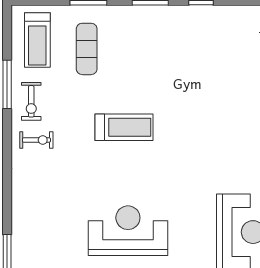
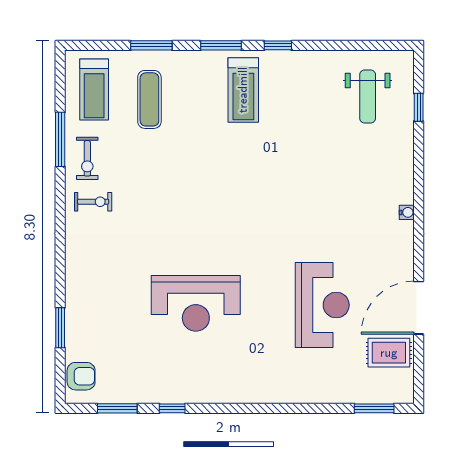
treadmill: (124, 127) -> (243, 90), moved, turned 90
reception desk: (128, 231) -> (196, 303), turned 180

